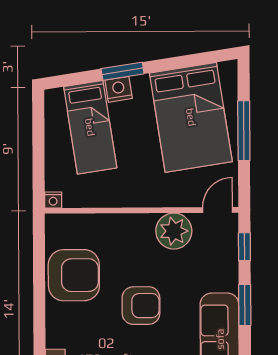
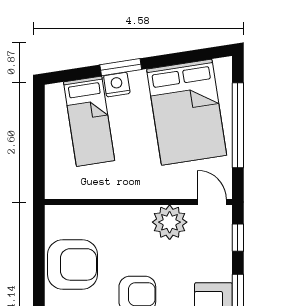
window: (244, 131) -> (238, 125), width x1.46
nightstand: (53, 200) -> (53, 192), removed
door: (217, 210) -> (212, 202), hinge flipped

